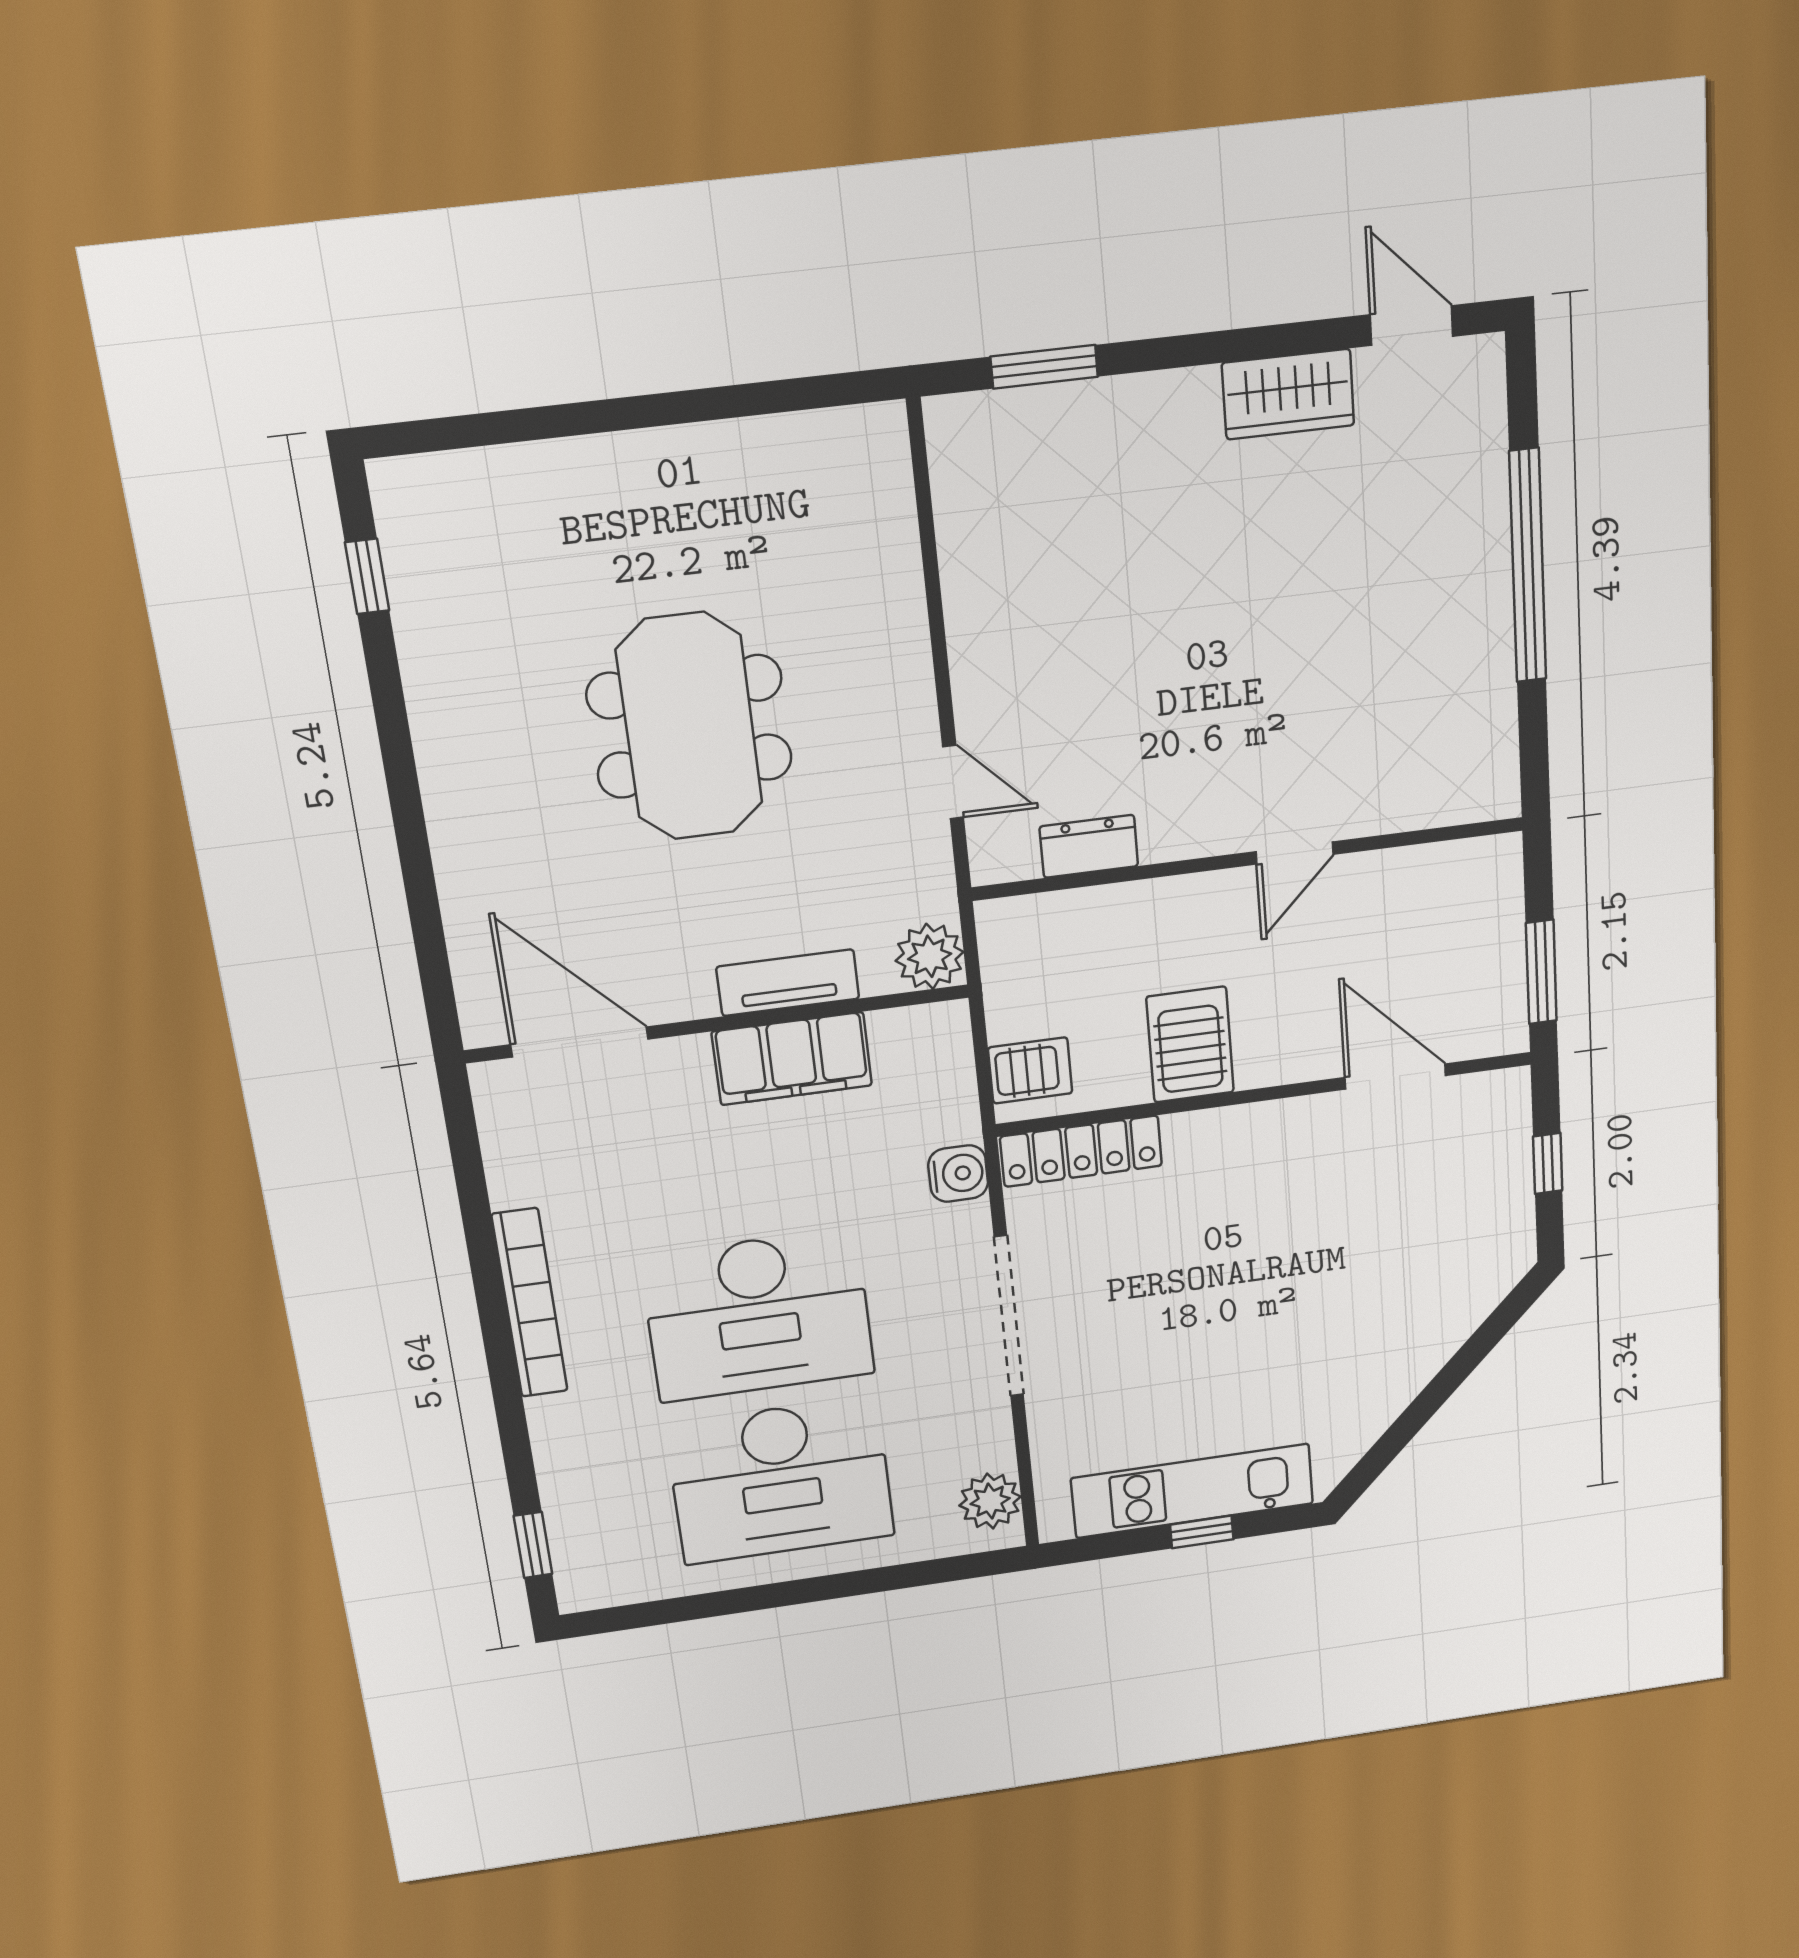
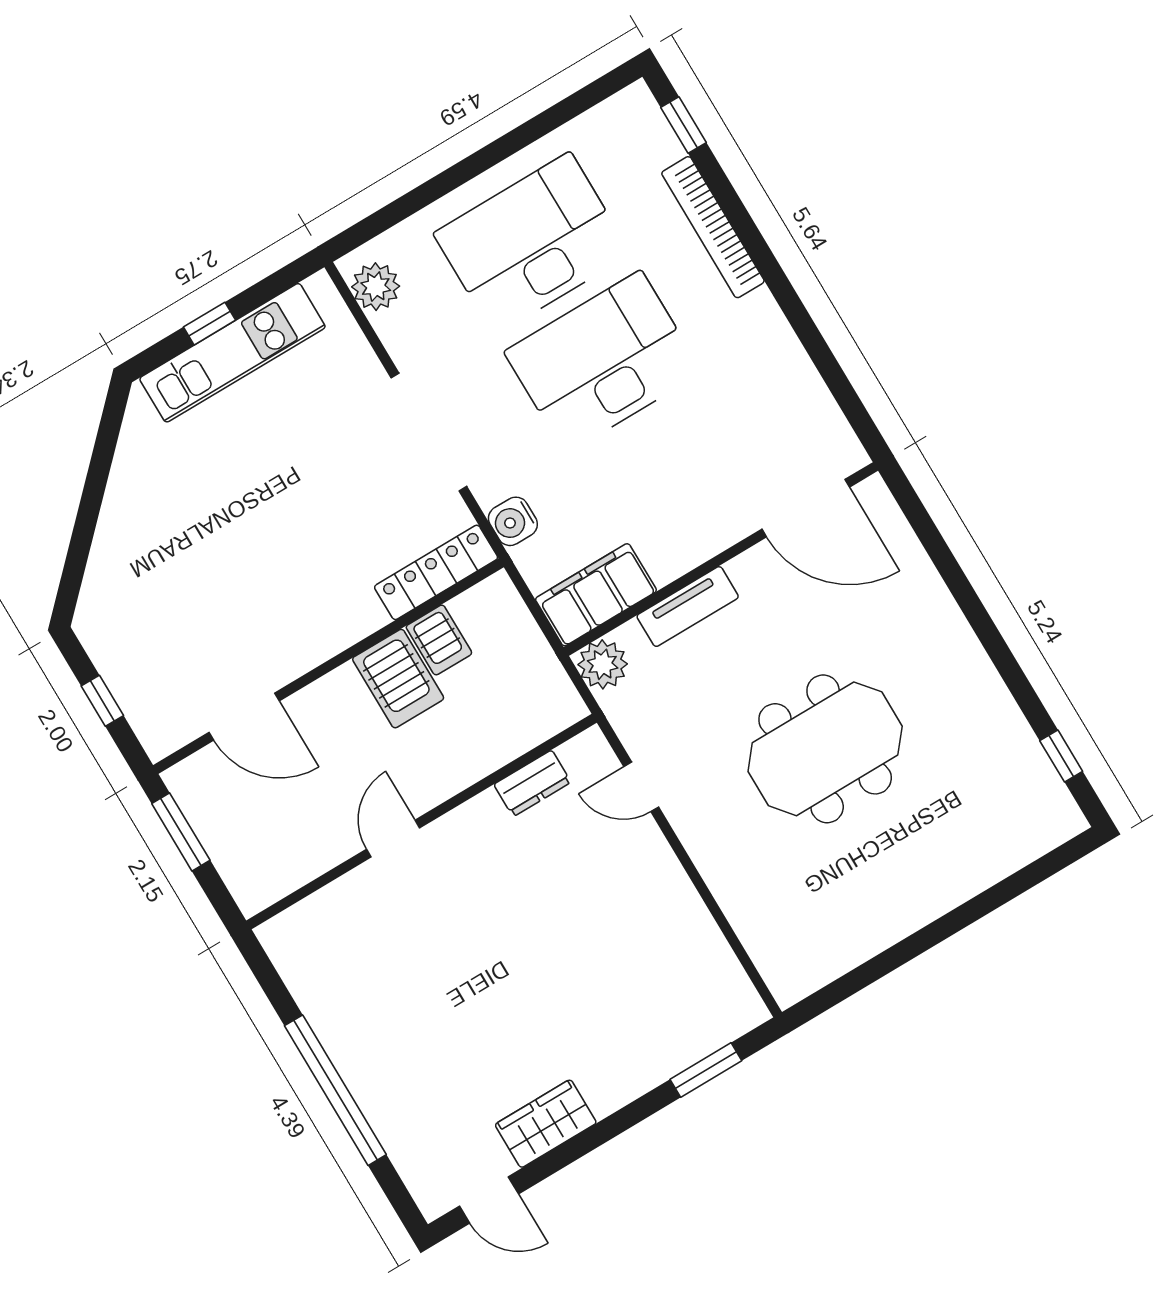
meeting table: (689, 727) -> (825, 749), turned 90
filing cabinet: (792, 1059) -> (596, 595), moved
server rack: (1030, 1070) -> (439, 640), moved, turned -90
bookcase: (530, 1303) -> (713, 227), moved

